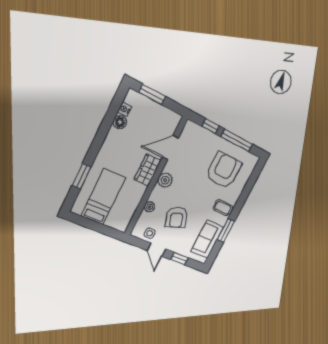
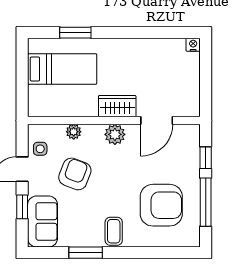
window: (152, 94) -> (206, 68), removed
nightstand: (125, 109) -> (193, 45), moved
floor lamp: (120, 122) -> (157, 46), removed
door: (170, 147) -> (157, 121), swing flipped
armchair: (177, 217) -> (75, 174), turned 130
sofa: (207, 239) -> (43, 221), moved, turned 90

